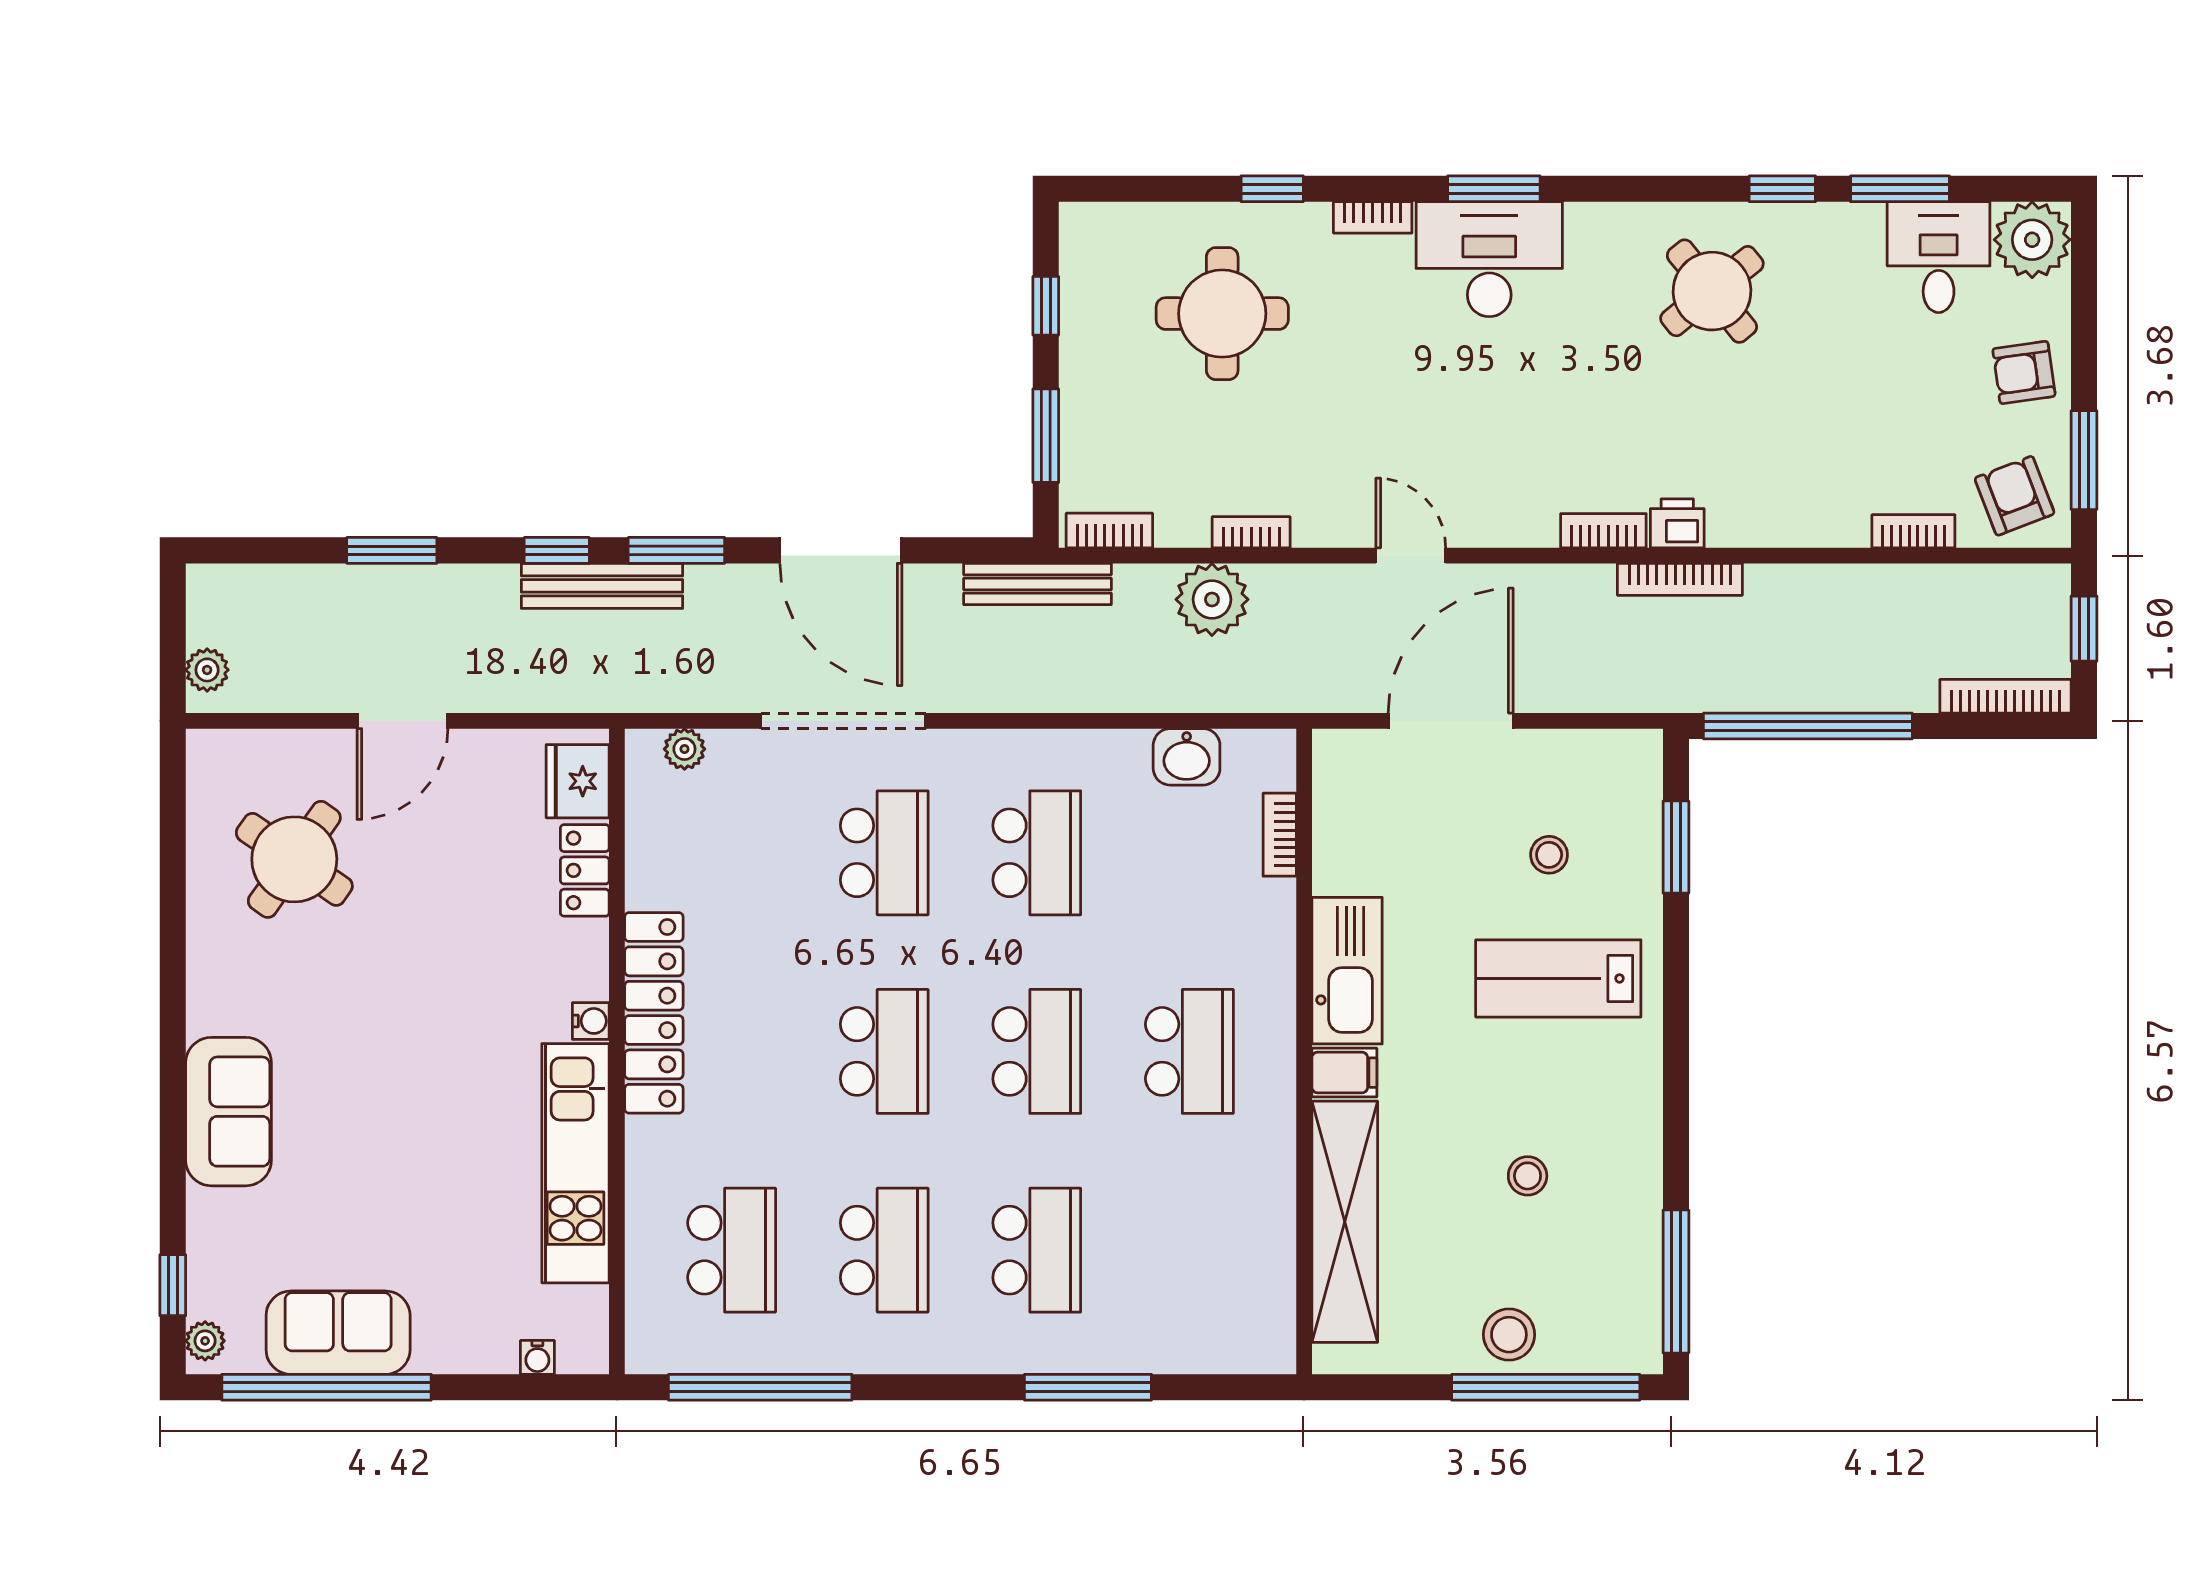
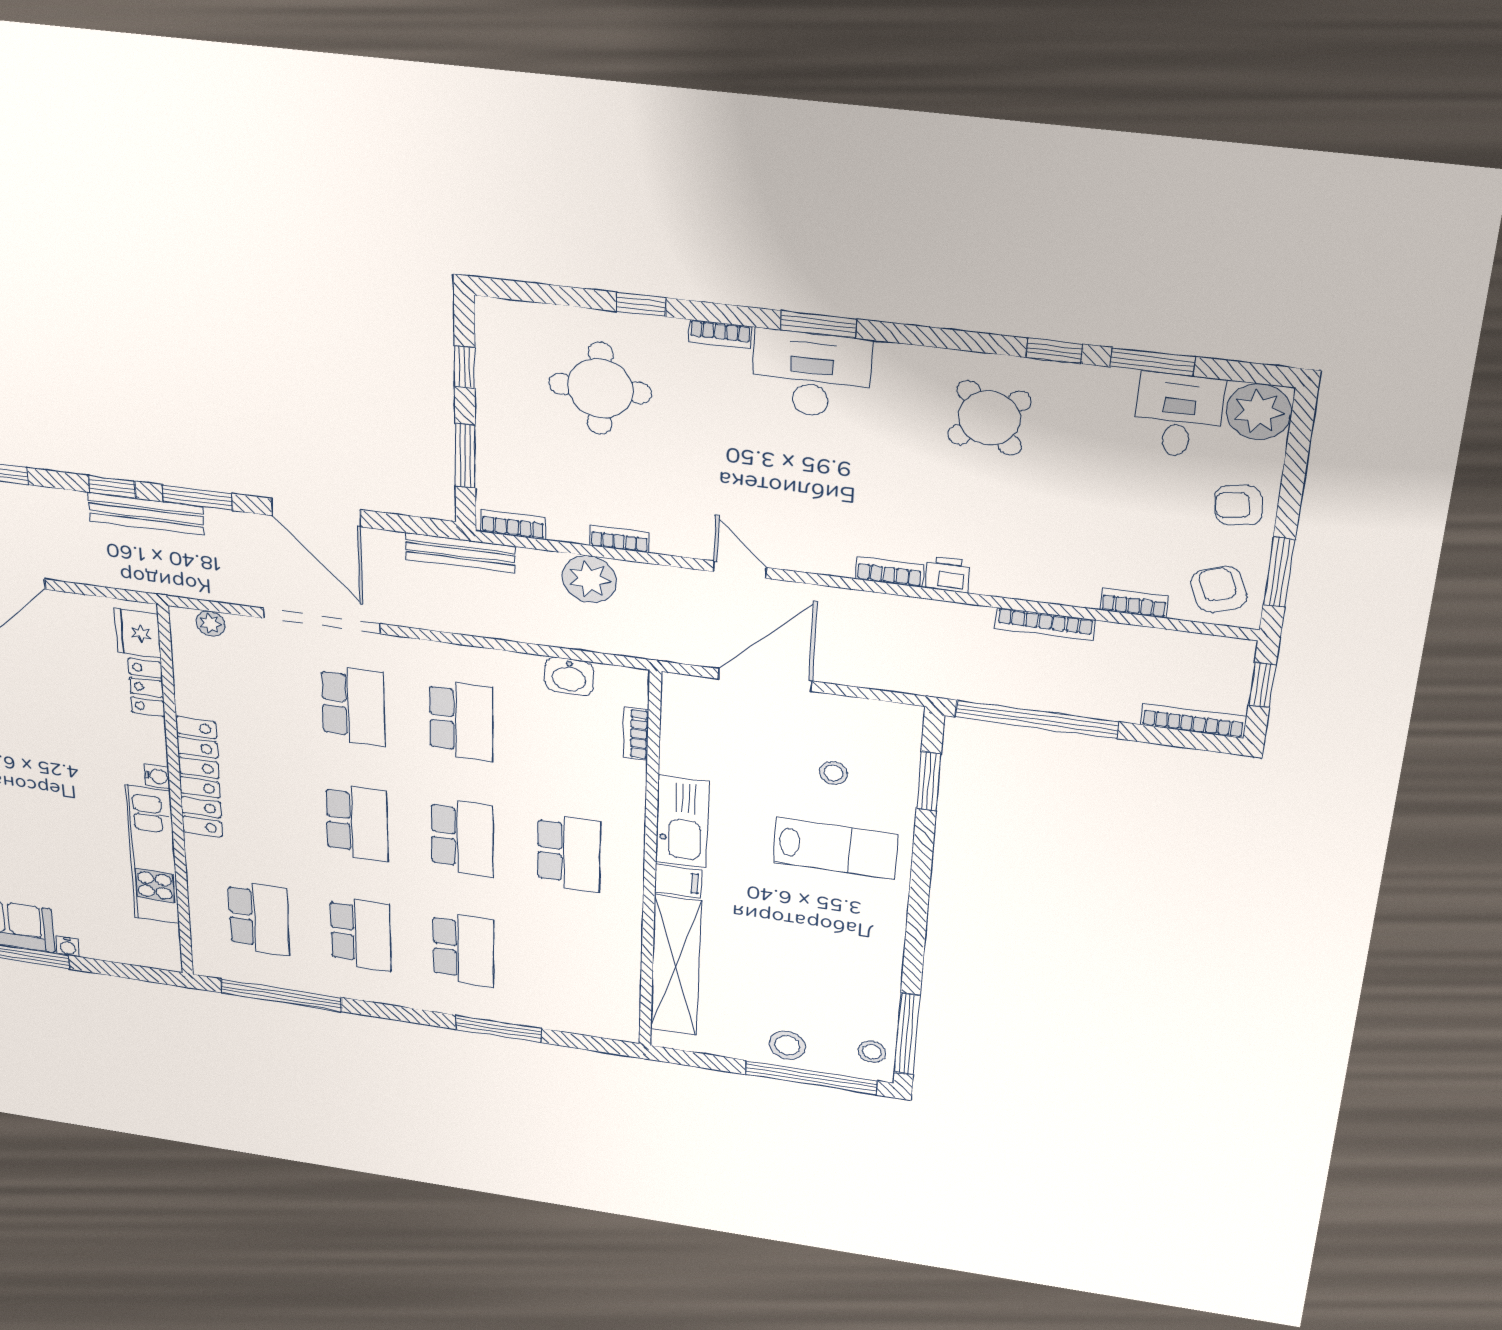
bookcase: (1680, 579) -> (1045, 624), moved
lab bench: (1558, 978) -> (835, 848), turned 180
stool: (1528, 1176) -> (872, 1052), moved
water cooler: (537, 1357) -> (68, 946), moved

